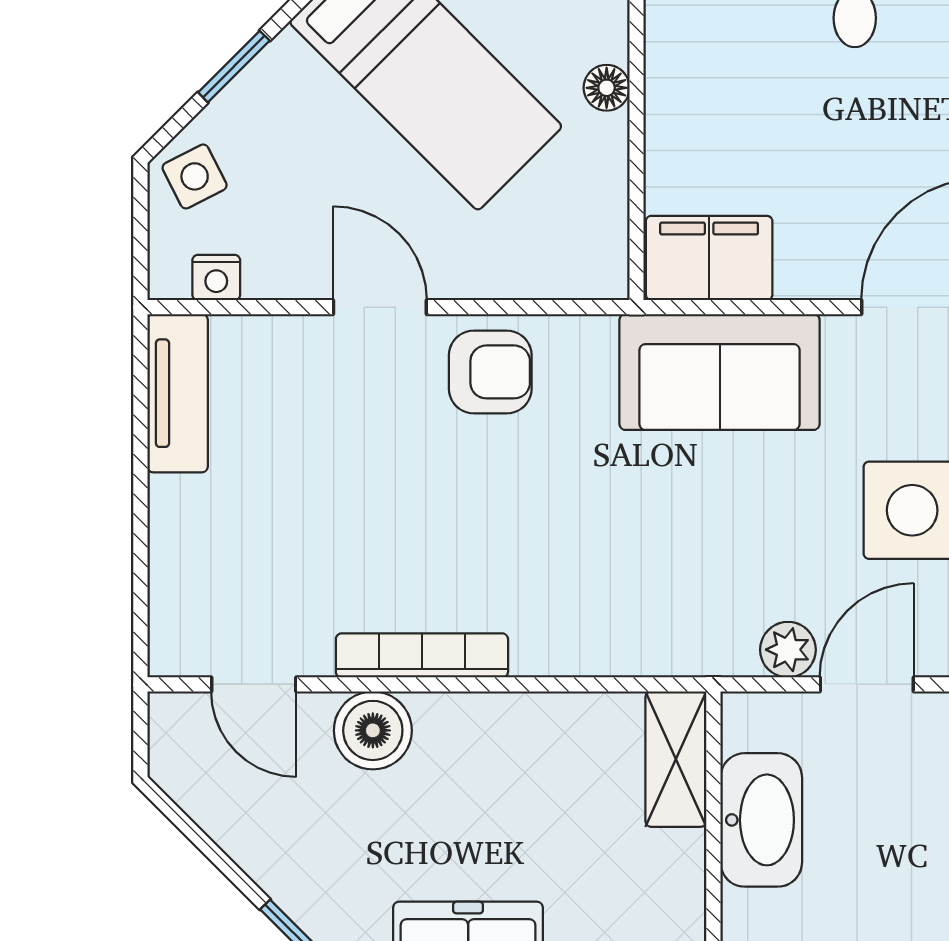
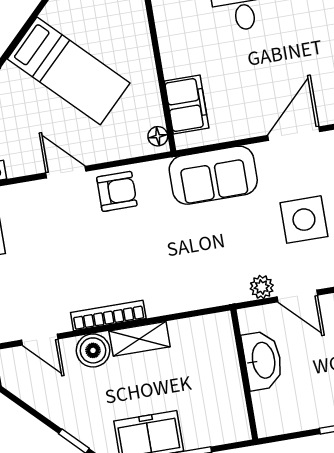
floor lamp: (607, 88) -> (158, 136), moved
filing cabinet: (709, 258) -> (187, 105), moved, turned 90
door: (867, 684) -> (297, 296), swing flipped
shelving: (676, 759) -> (140, 339), moved, turned 90

